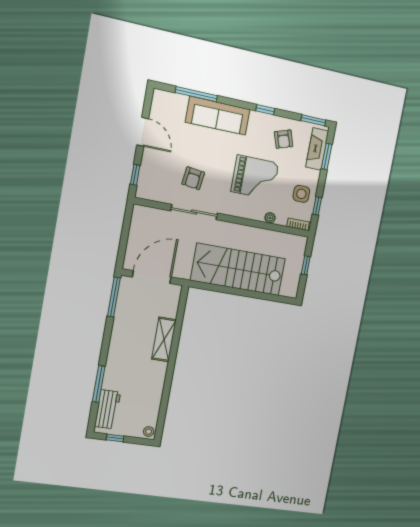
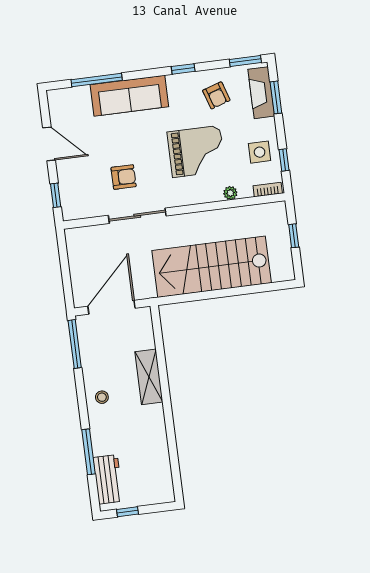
armchair: (193, 178) -> (124, 177), turned -97
stool: (149, 432) -> (102, 397), moved

